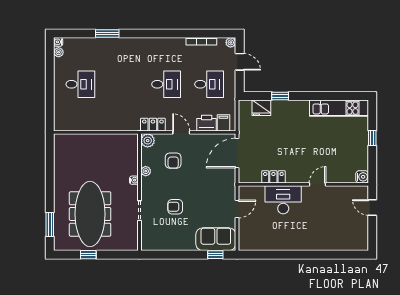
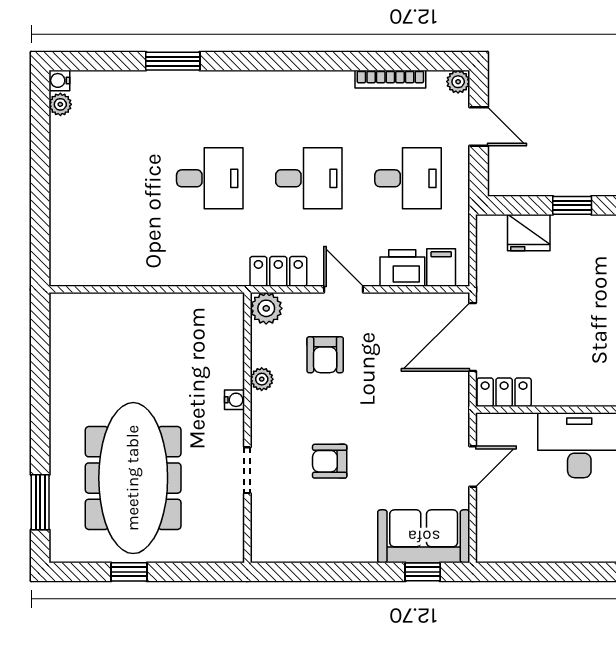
desk: (80, 84) -> (210, 178), moved
locker: (273, 177) -> (504, 392), moved

